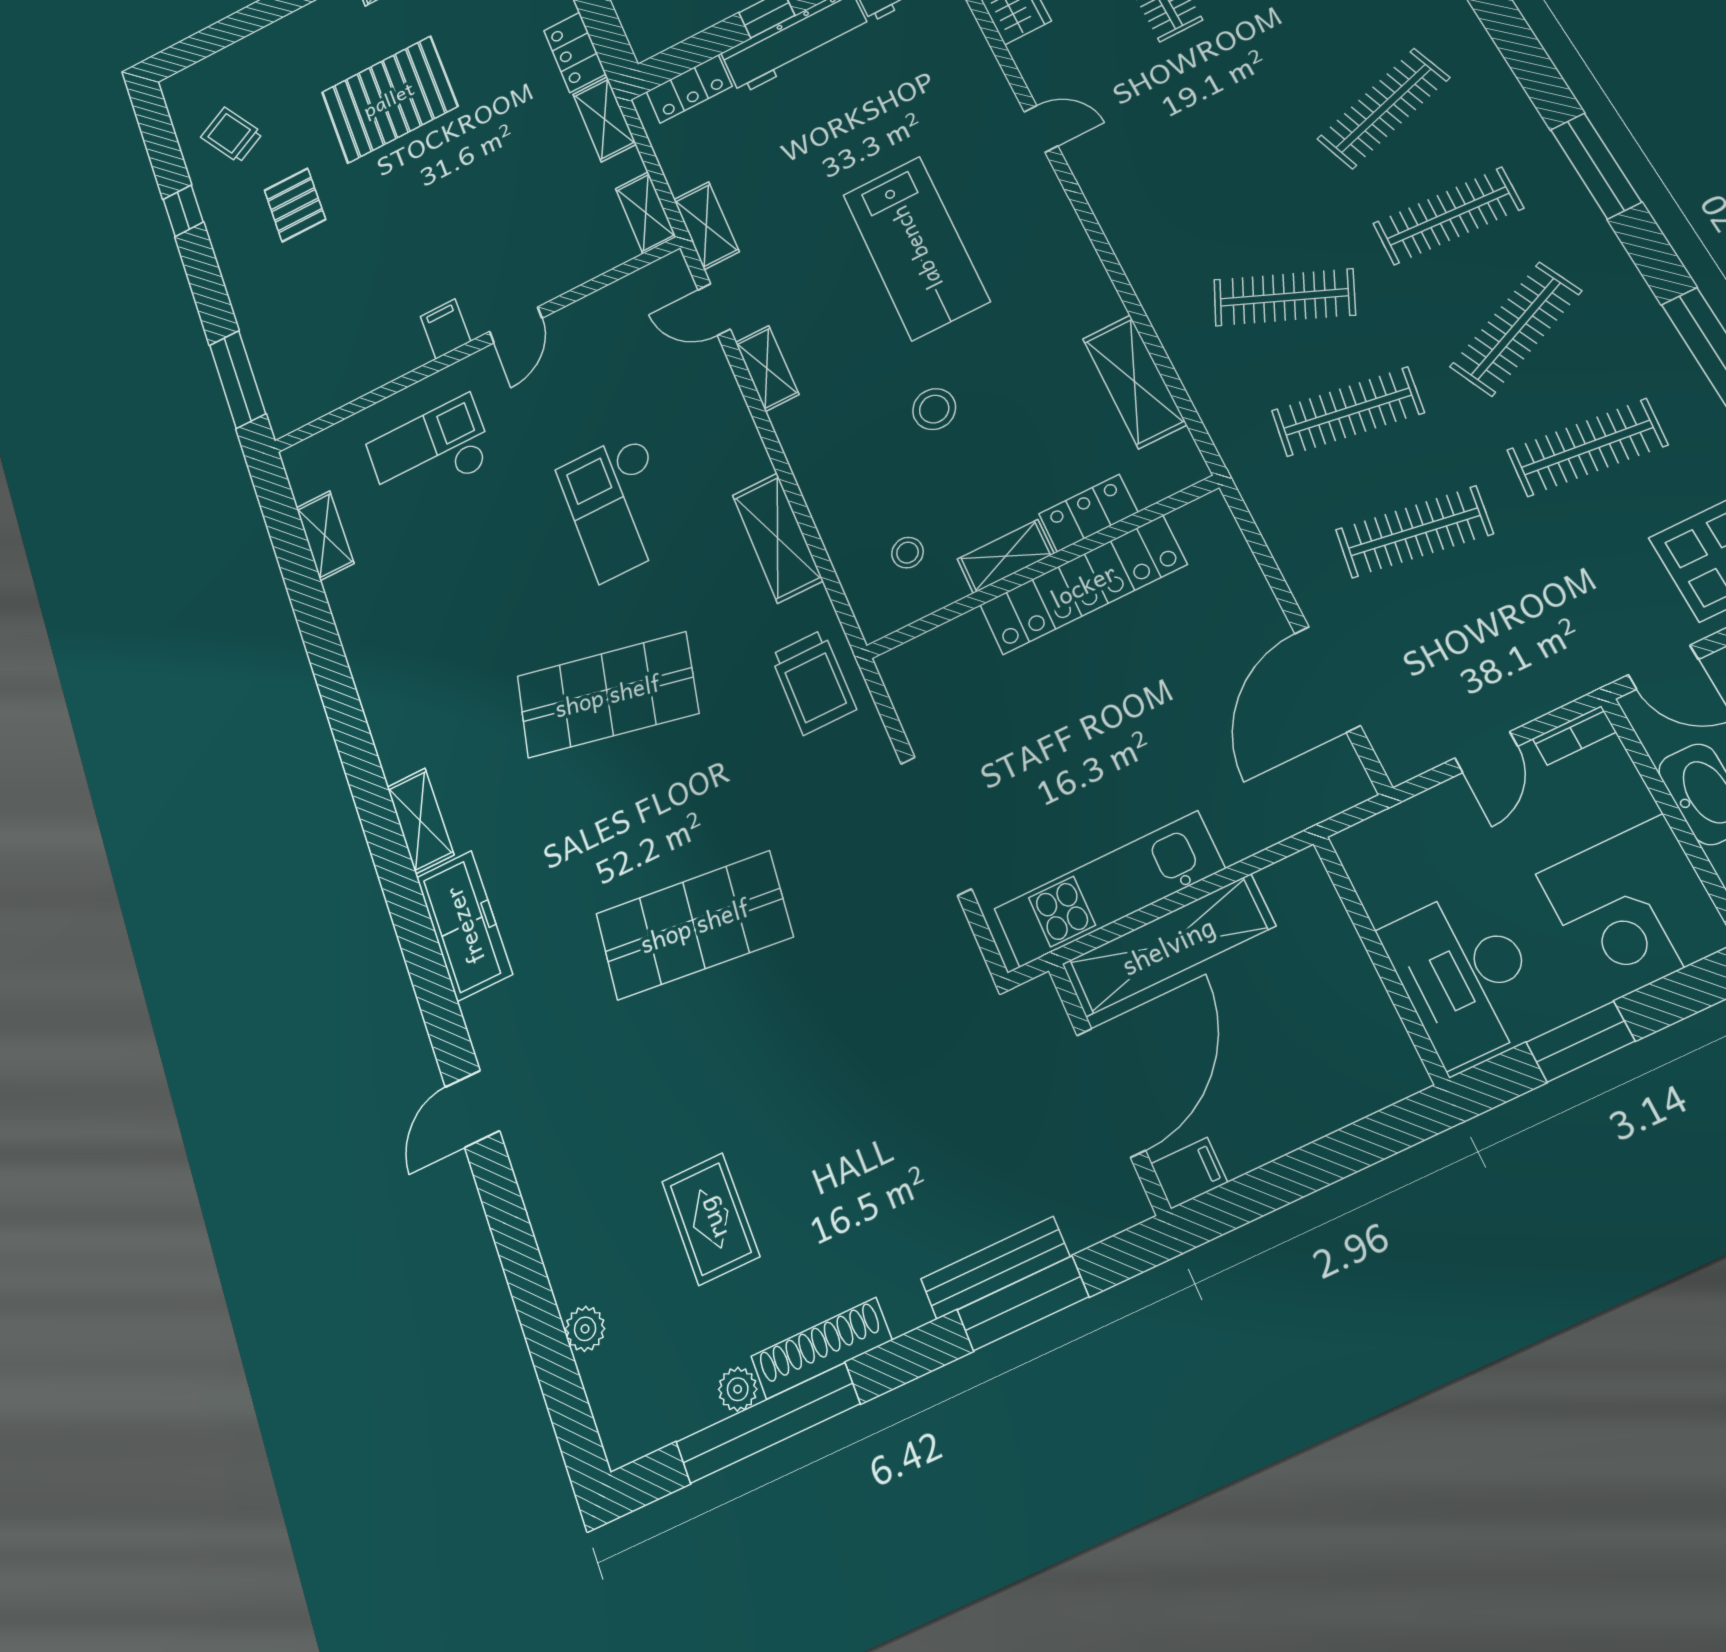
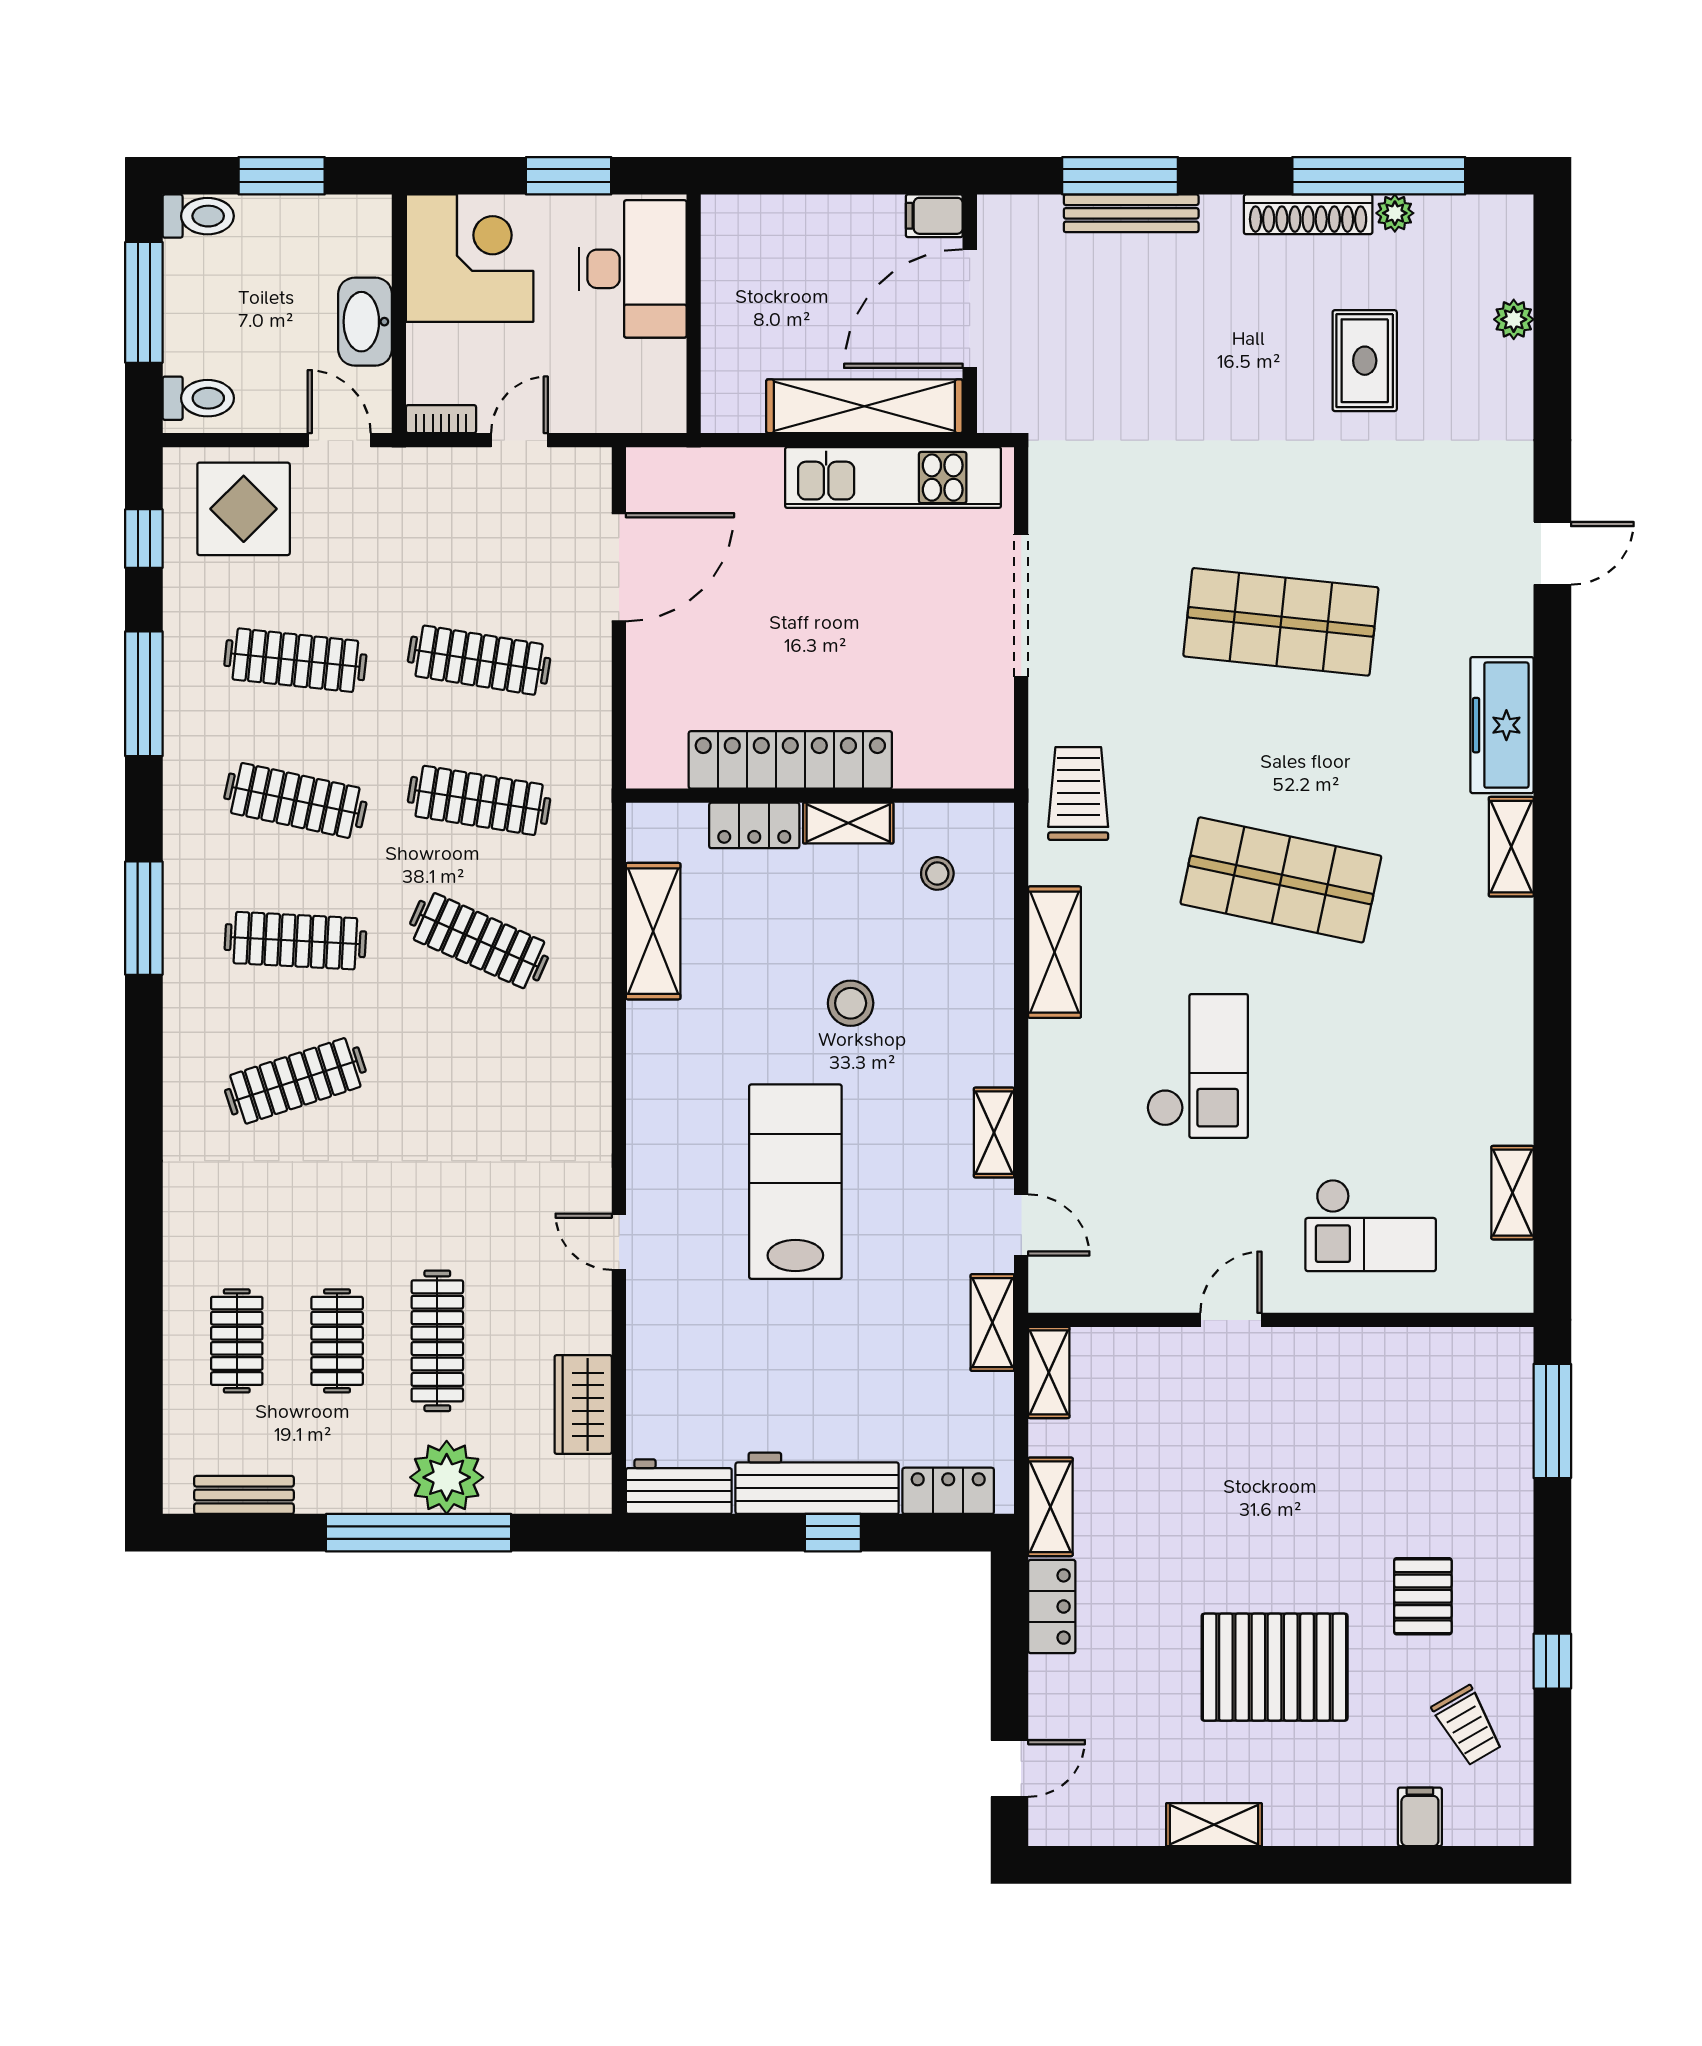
filing cabinet: (446, 329) -> (1420, 1817), moved, turned 180
clothes rail: (1516, 329) -> (295, 800), turned 36

